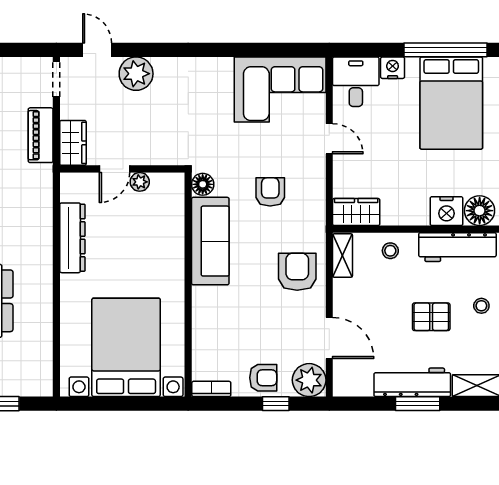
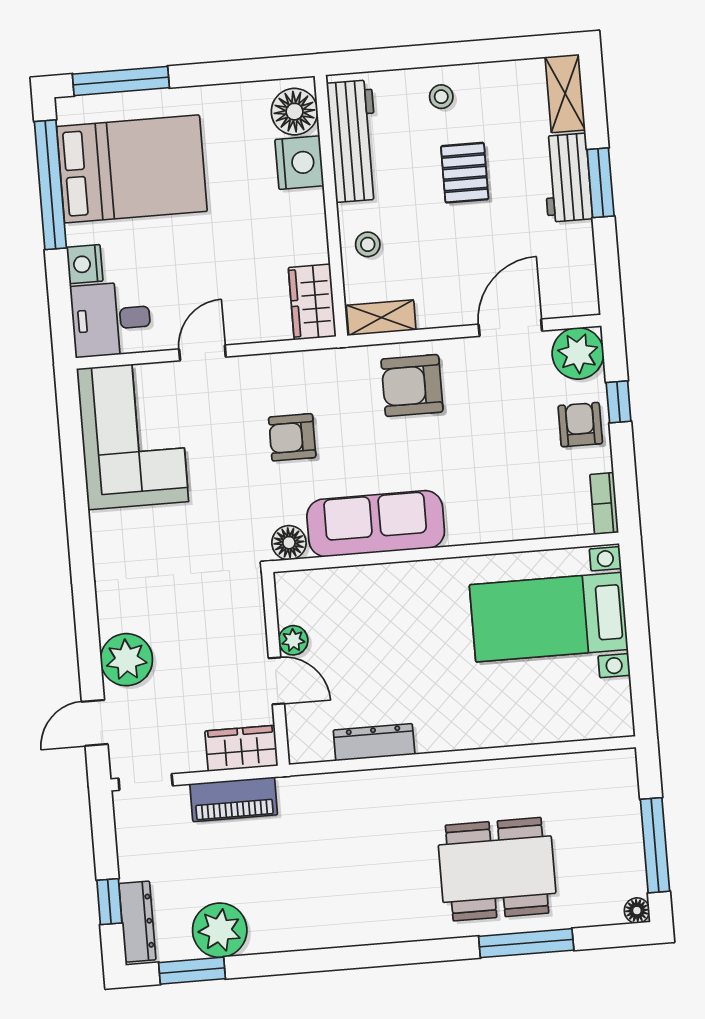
dresser: (72, 238) -> (374, 742), width x0.73, depth x0.80
bed with nightstands: (126, 347) -> (549, 617), width x0.73
workbench: (412, 382) -> (567, 178), width x0.73

